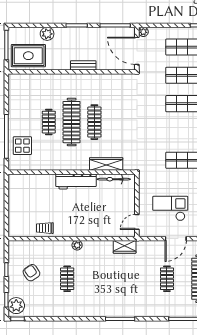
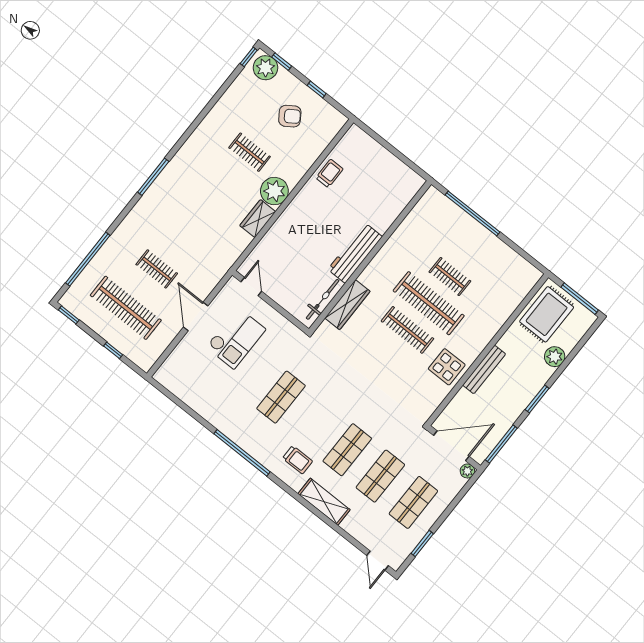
bench: (83, 65) -> (484, 370), width x1.36
display table: (22, 146) -> (447, 367), moved
plant: (77, 245) -> (274, 191), width x1.87, depth x1.87
wardrobe: (125, 247) -> (258, 219), moved

